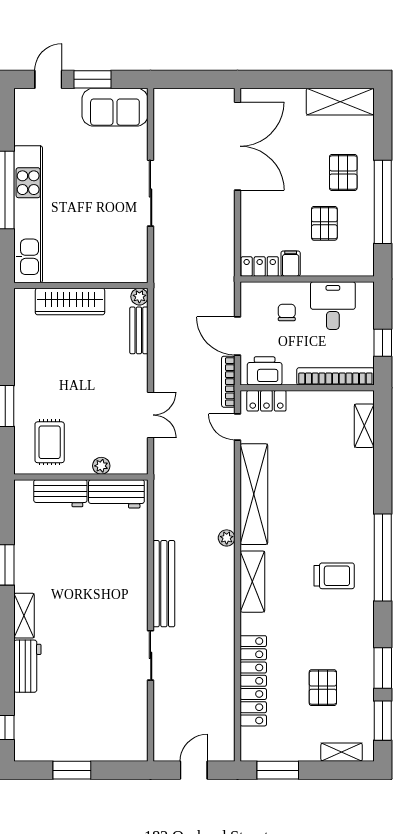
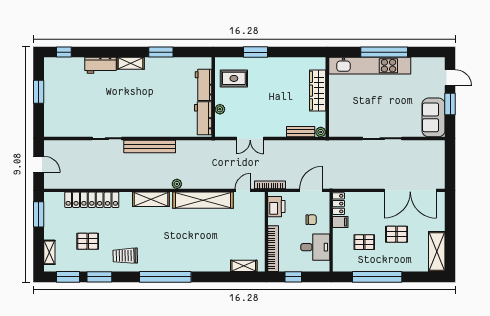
pallet: (343, 172) -> (397, 234), moved
door: (237, 336) -> (311, 190), moved
locker: (266, 401) -> (259, 208), removed
trolley: (334, 576) -> (125, 256), moved, turned 89

